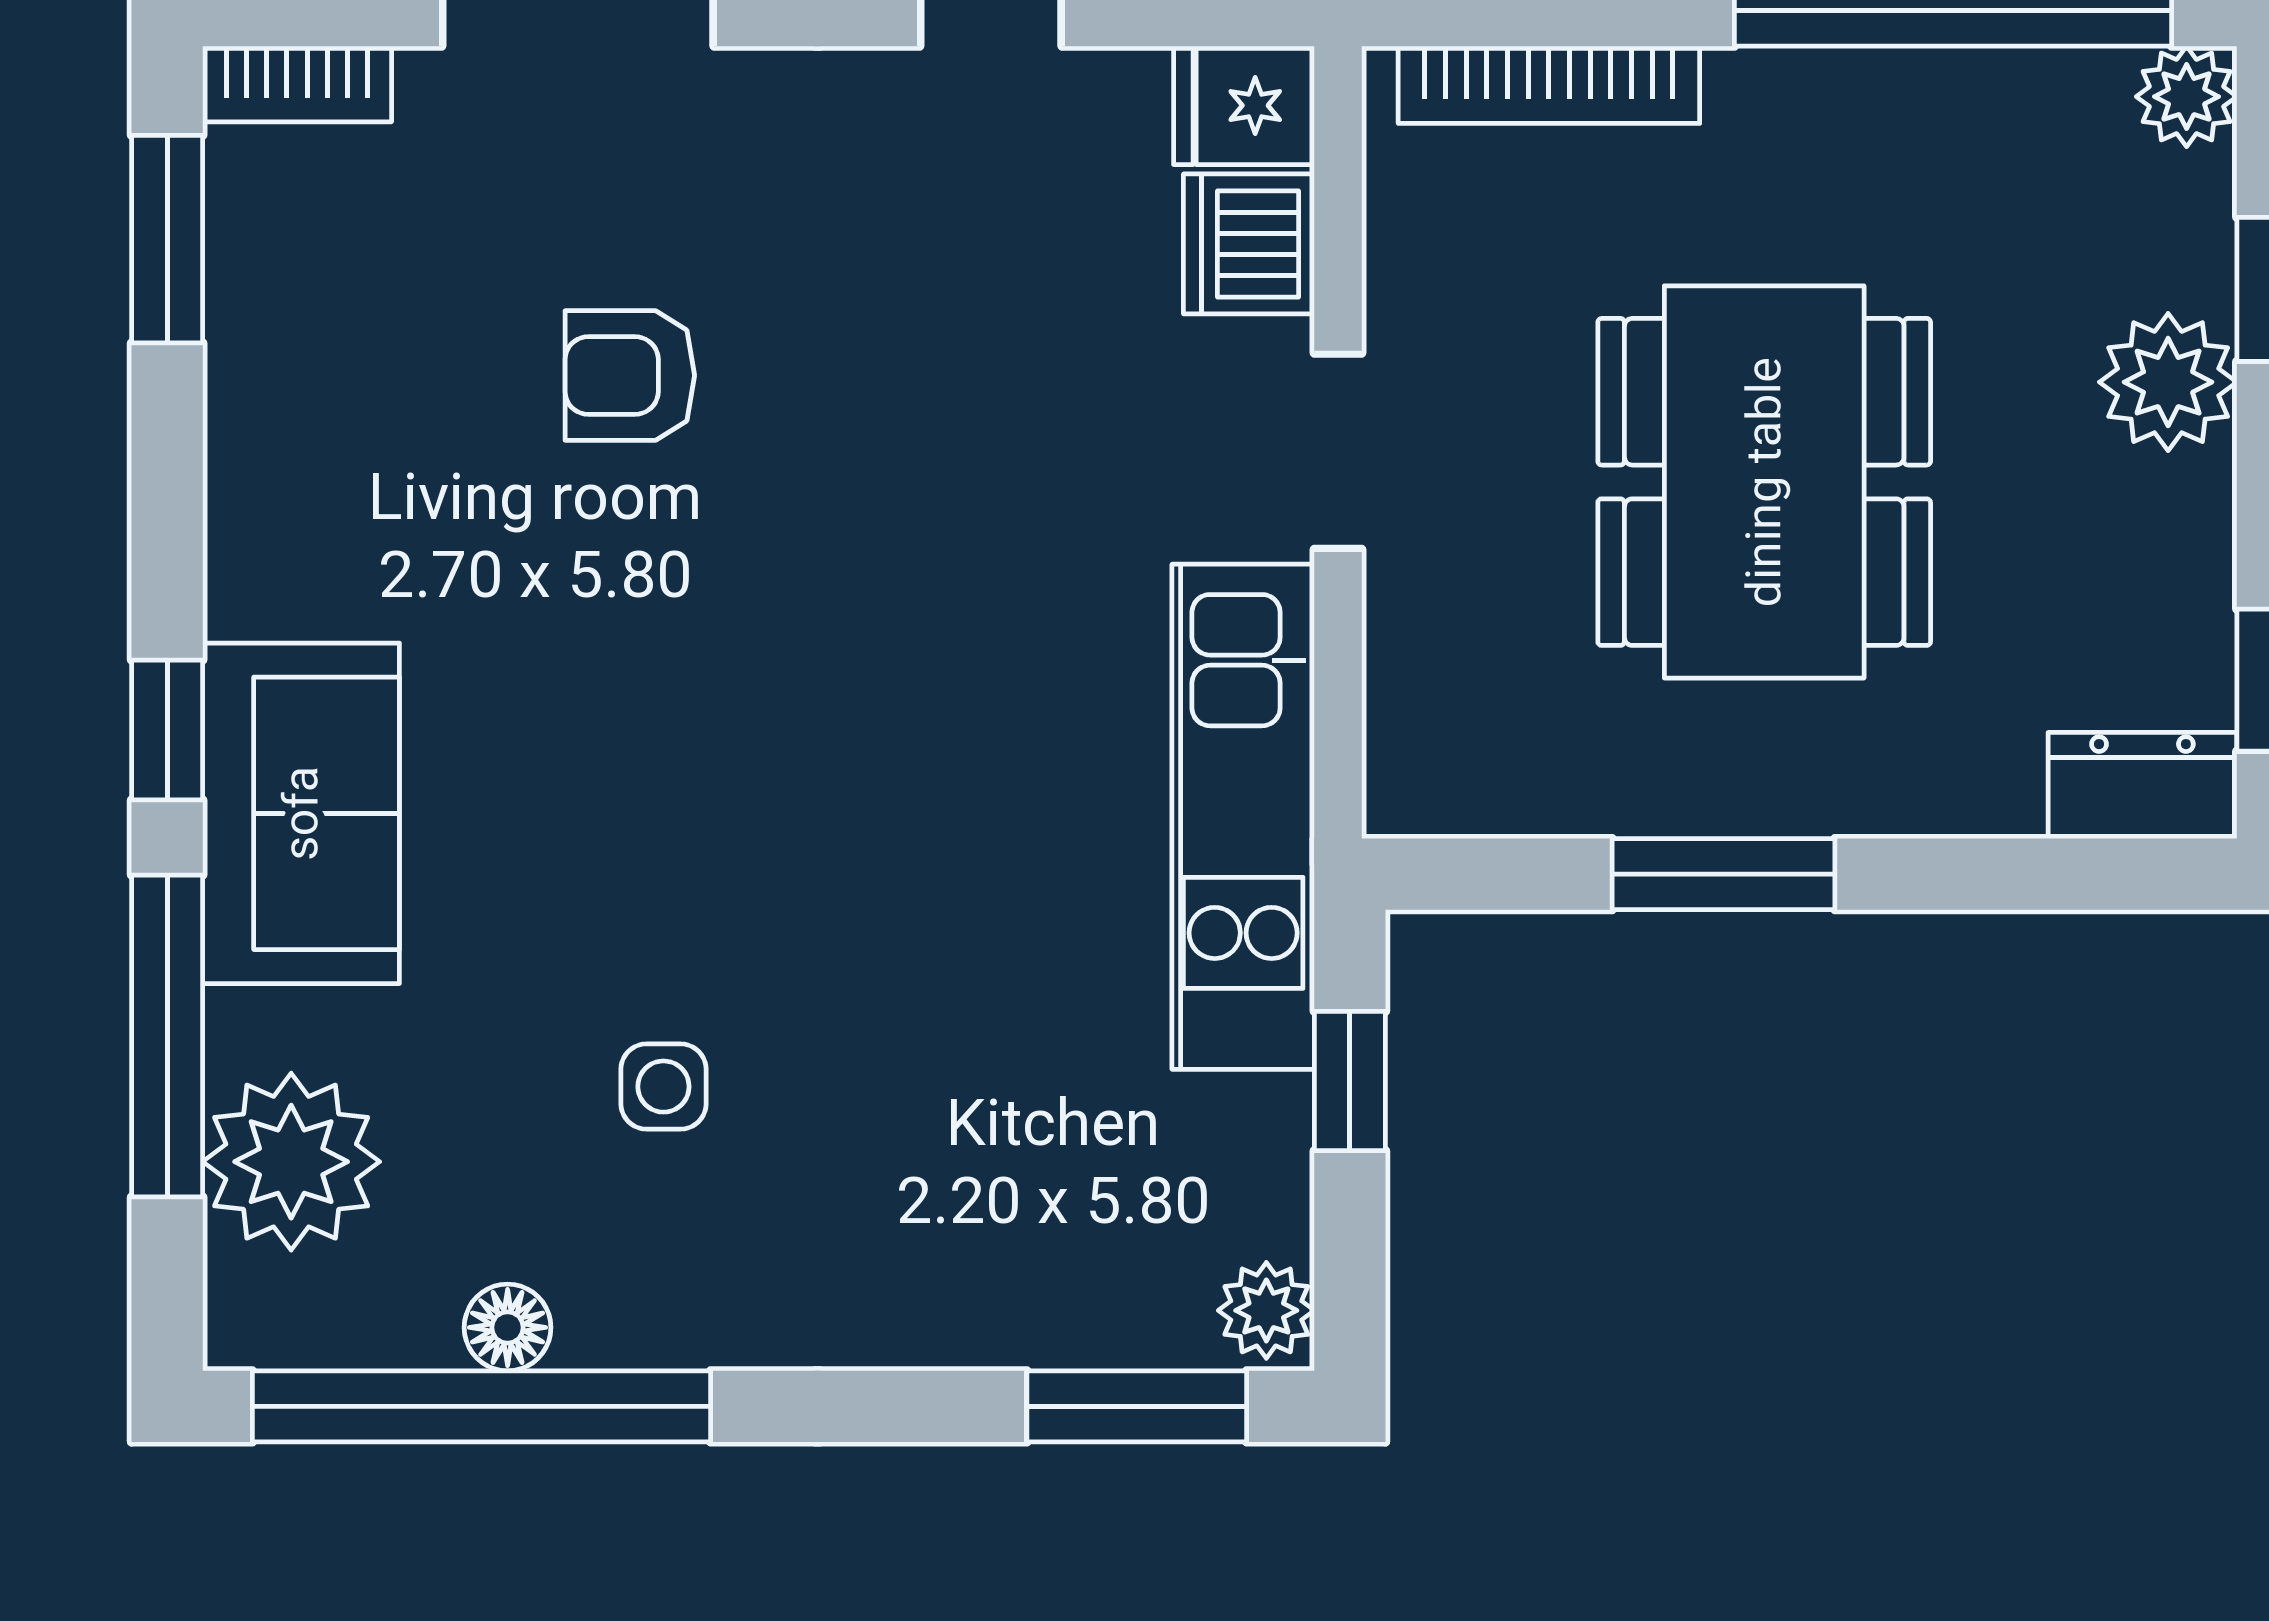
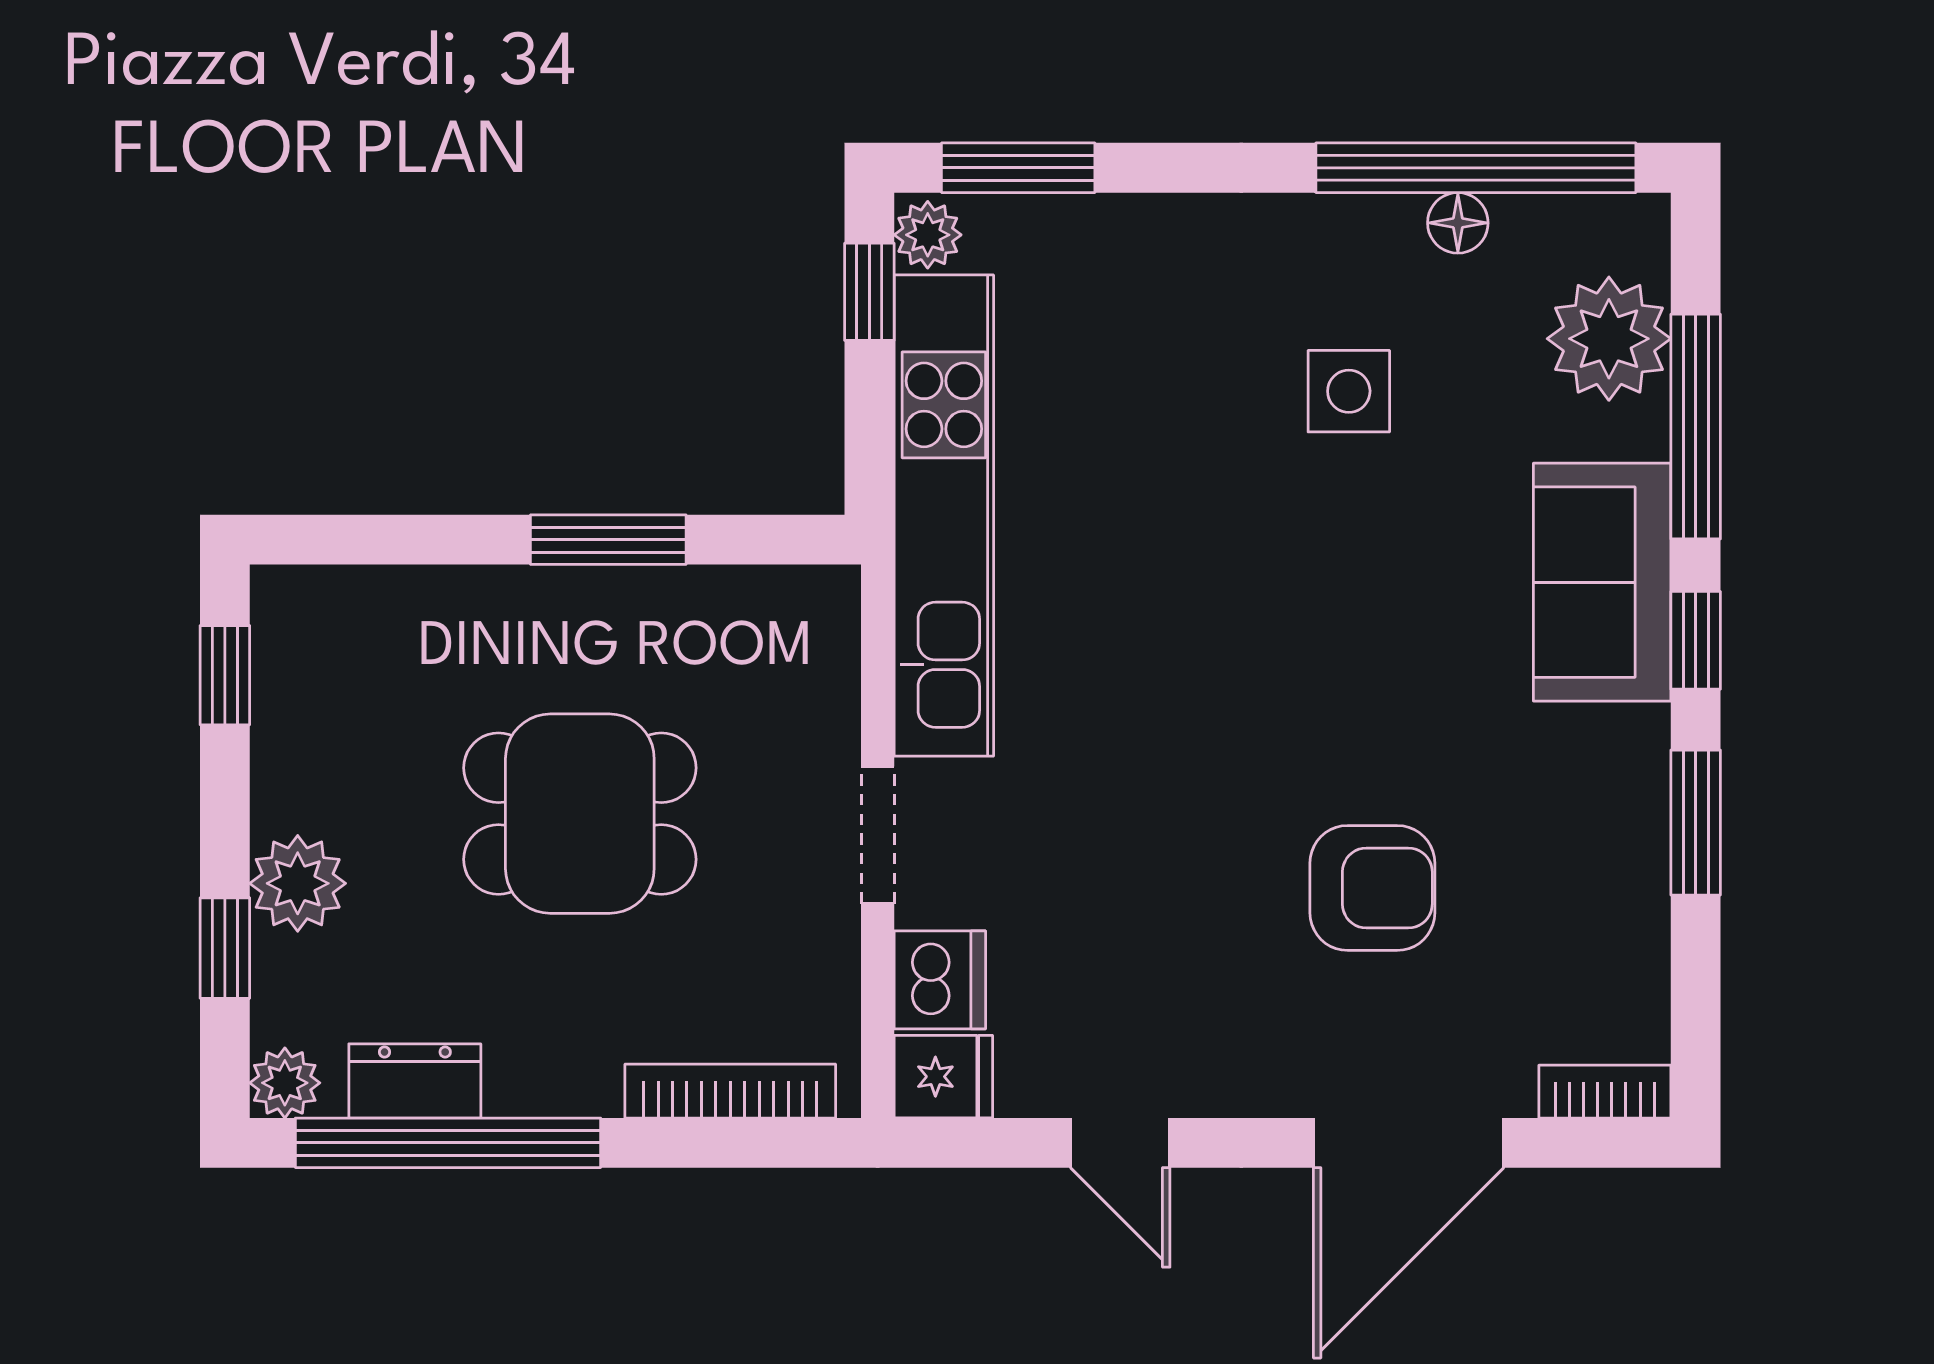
window: (167, 239) -> (1696, 823), moved
armchair: (630, 375) -> (1372, 888), width x1.38, depth x1.38
dining table: (1764, 482) -> (580, 814), width x0.73
dresser: (2142, 786) -> (415, 1081), moved, turned 180
kitchen unit: (1243, 817) -> (944, 516), width x1.36
window: (1350, 1081) -> (869, 292), moved
side table: (663, 1087) -> (1349, 391), width x1.37, depth x1.37

